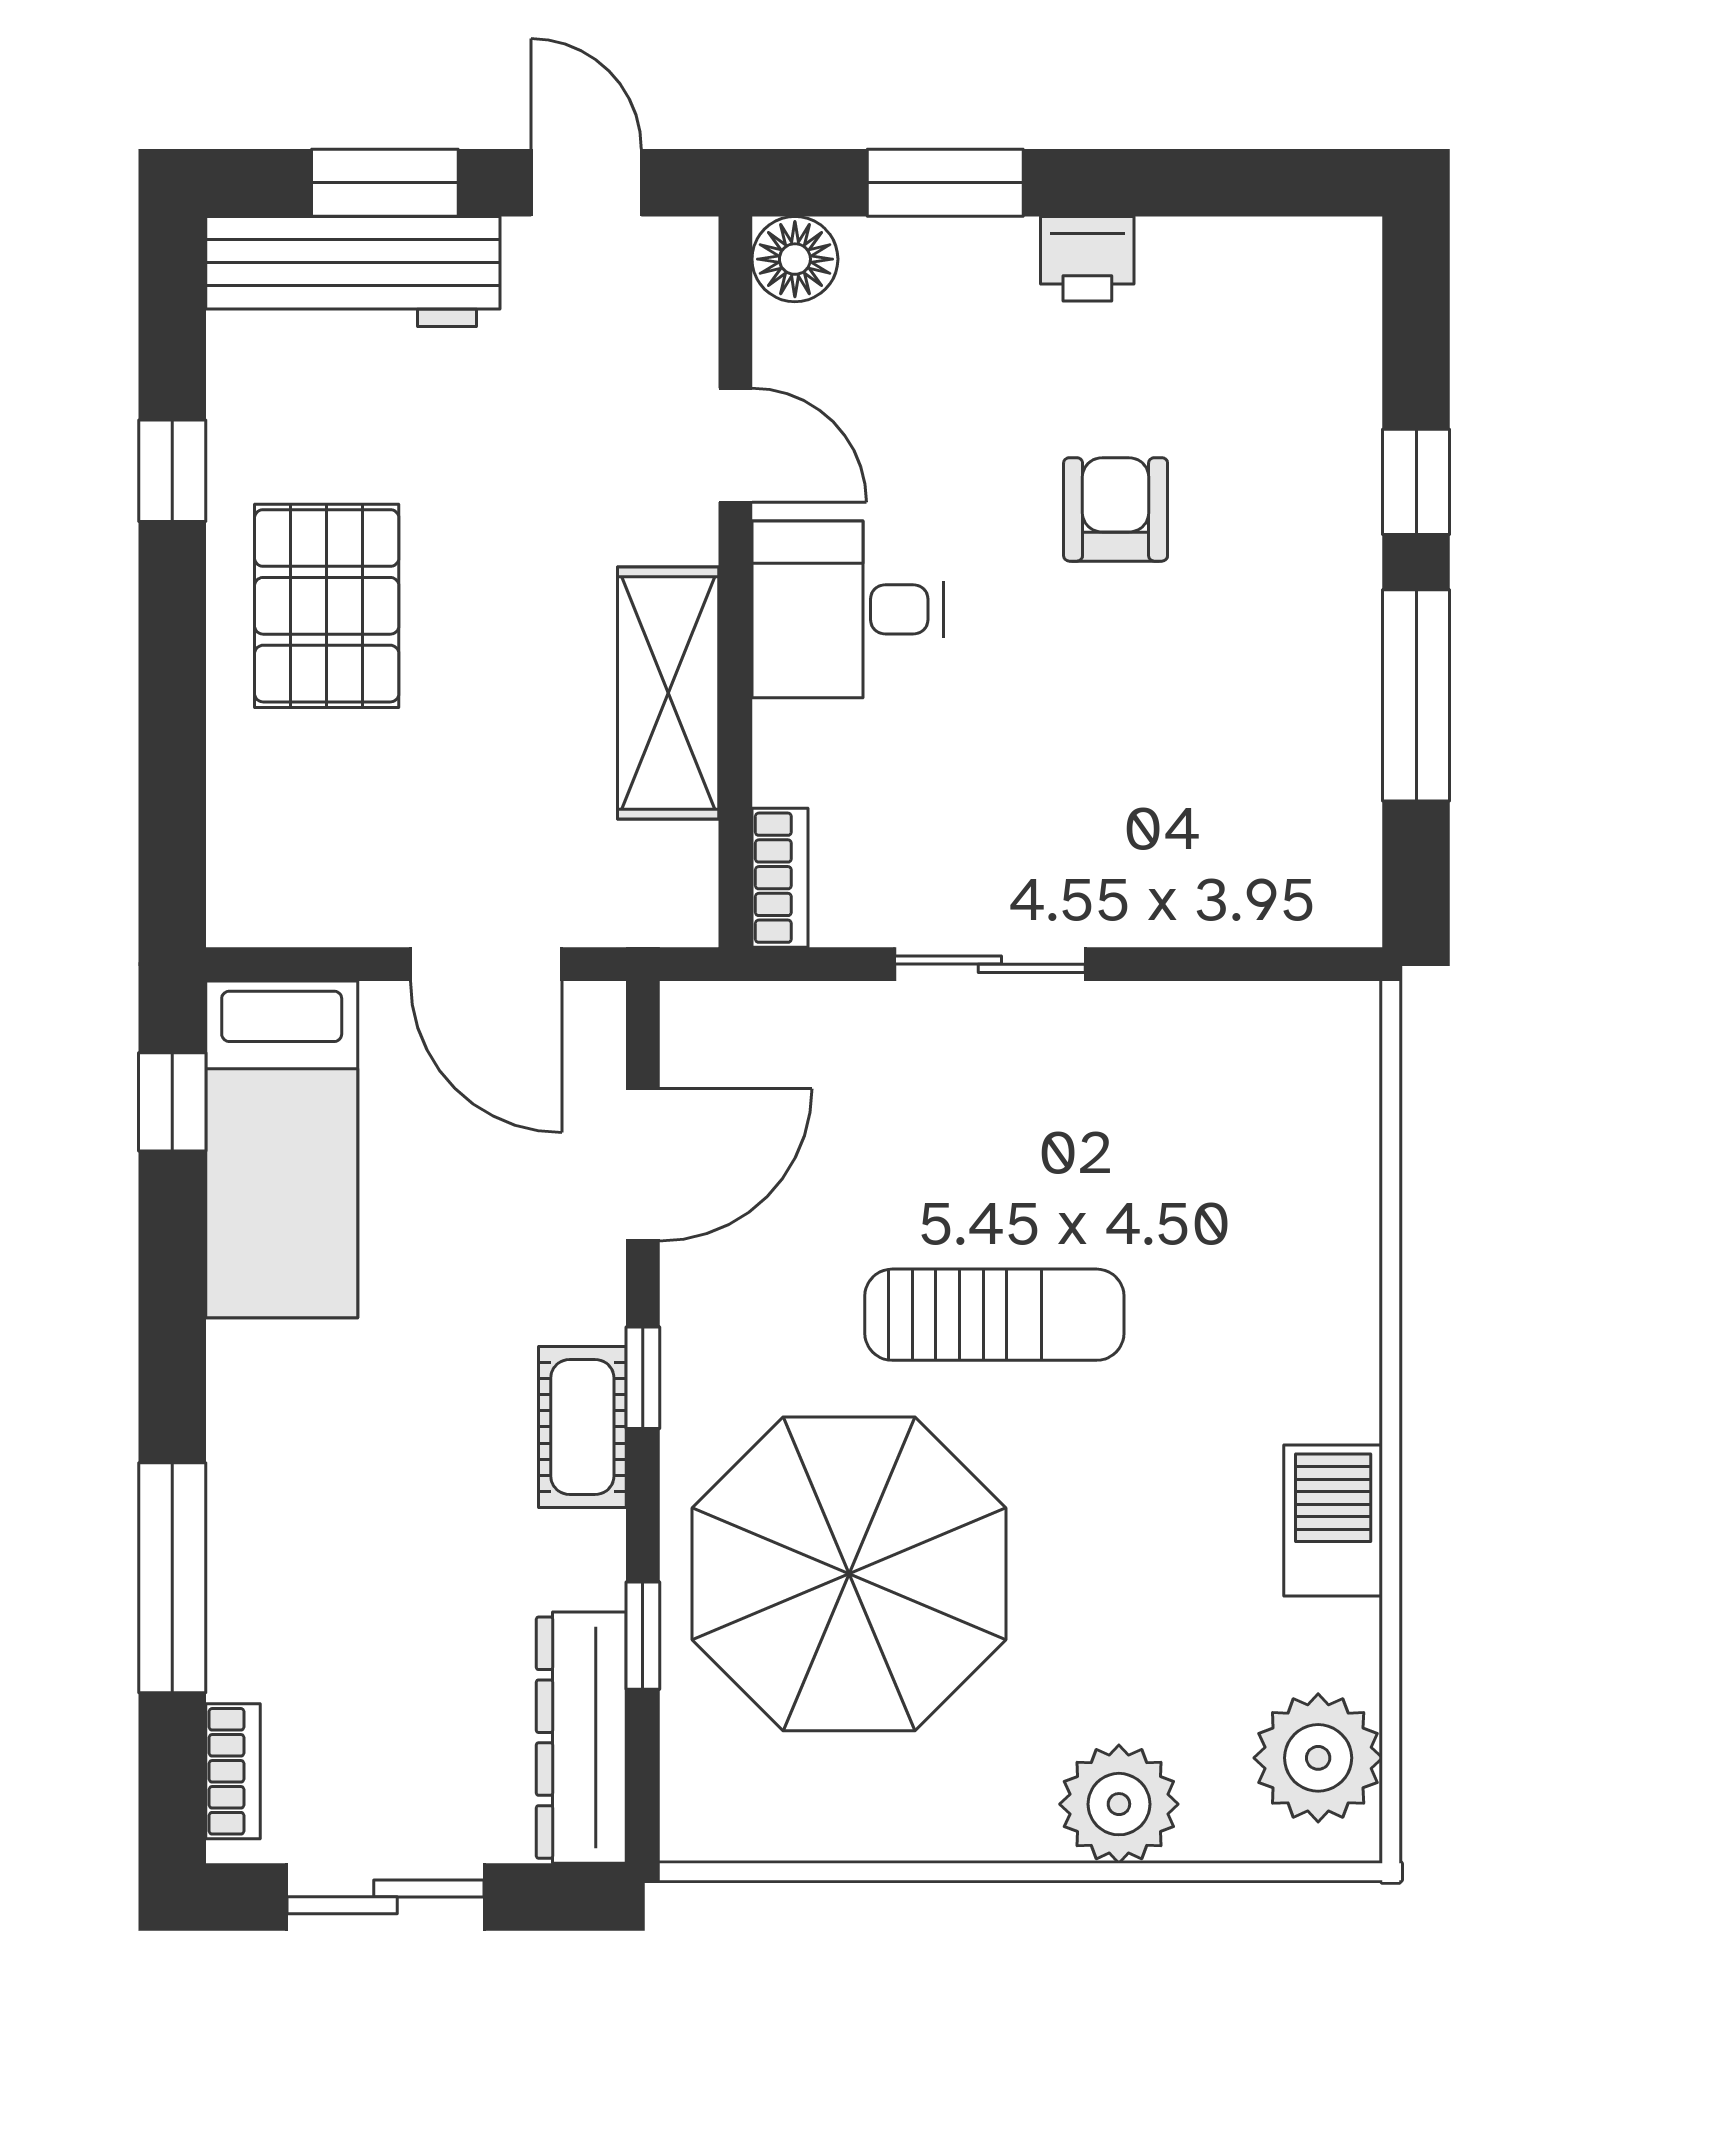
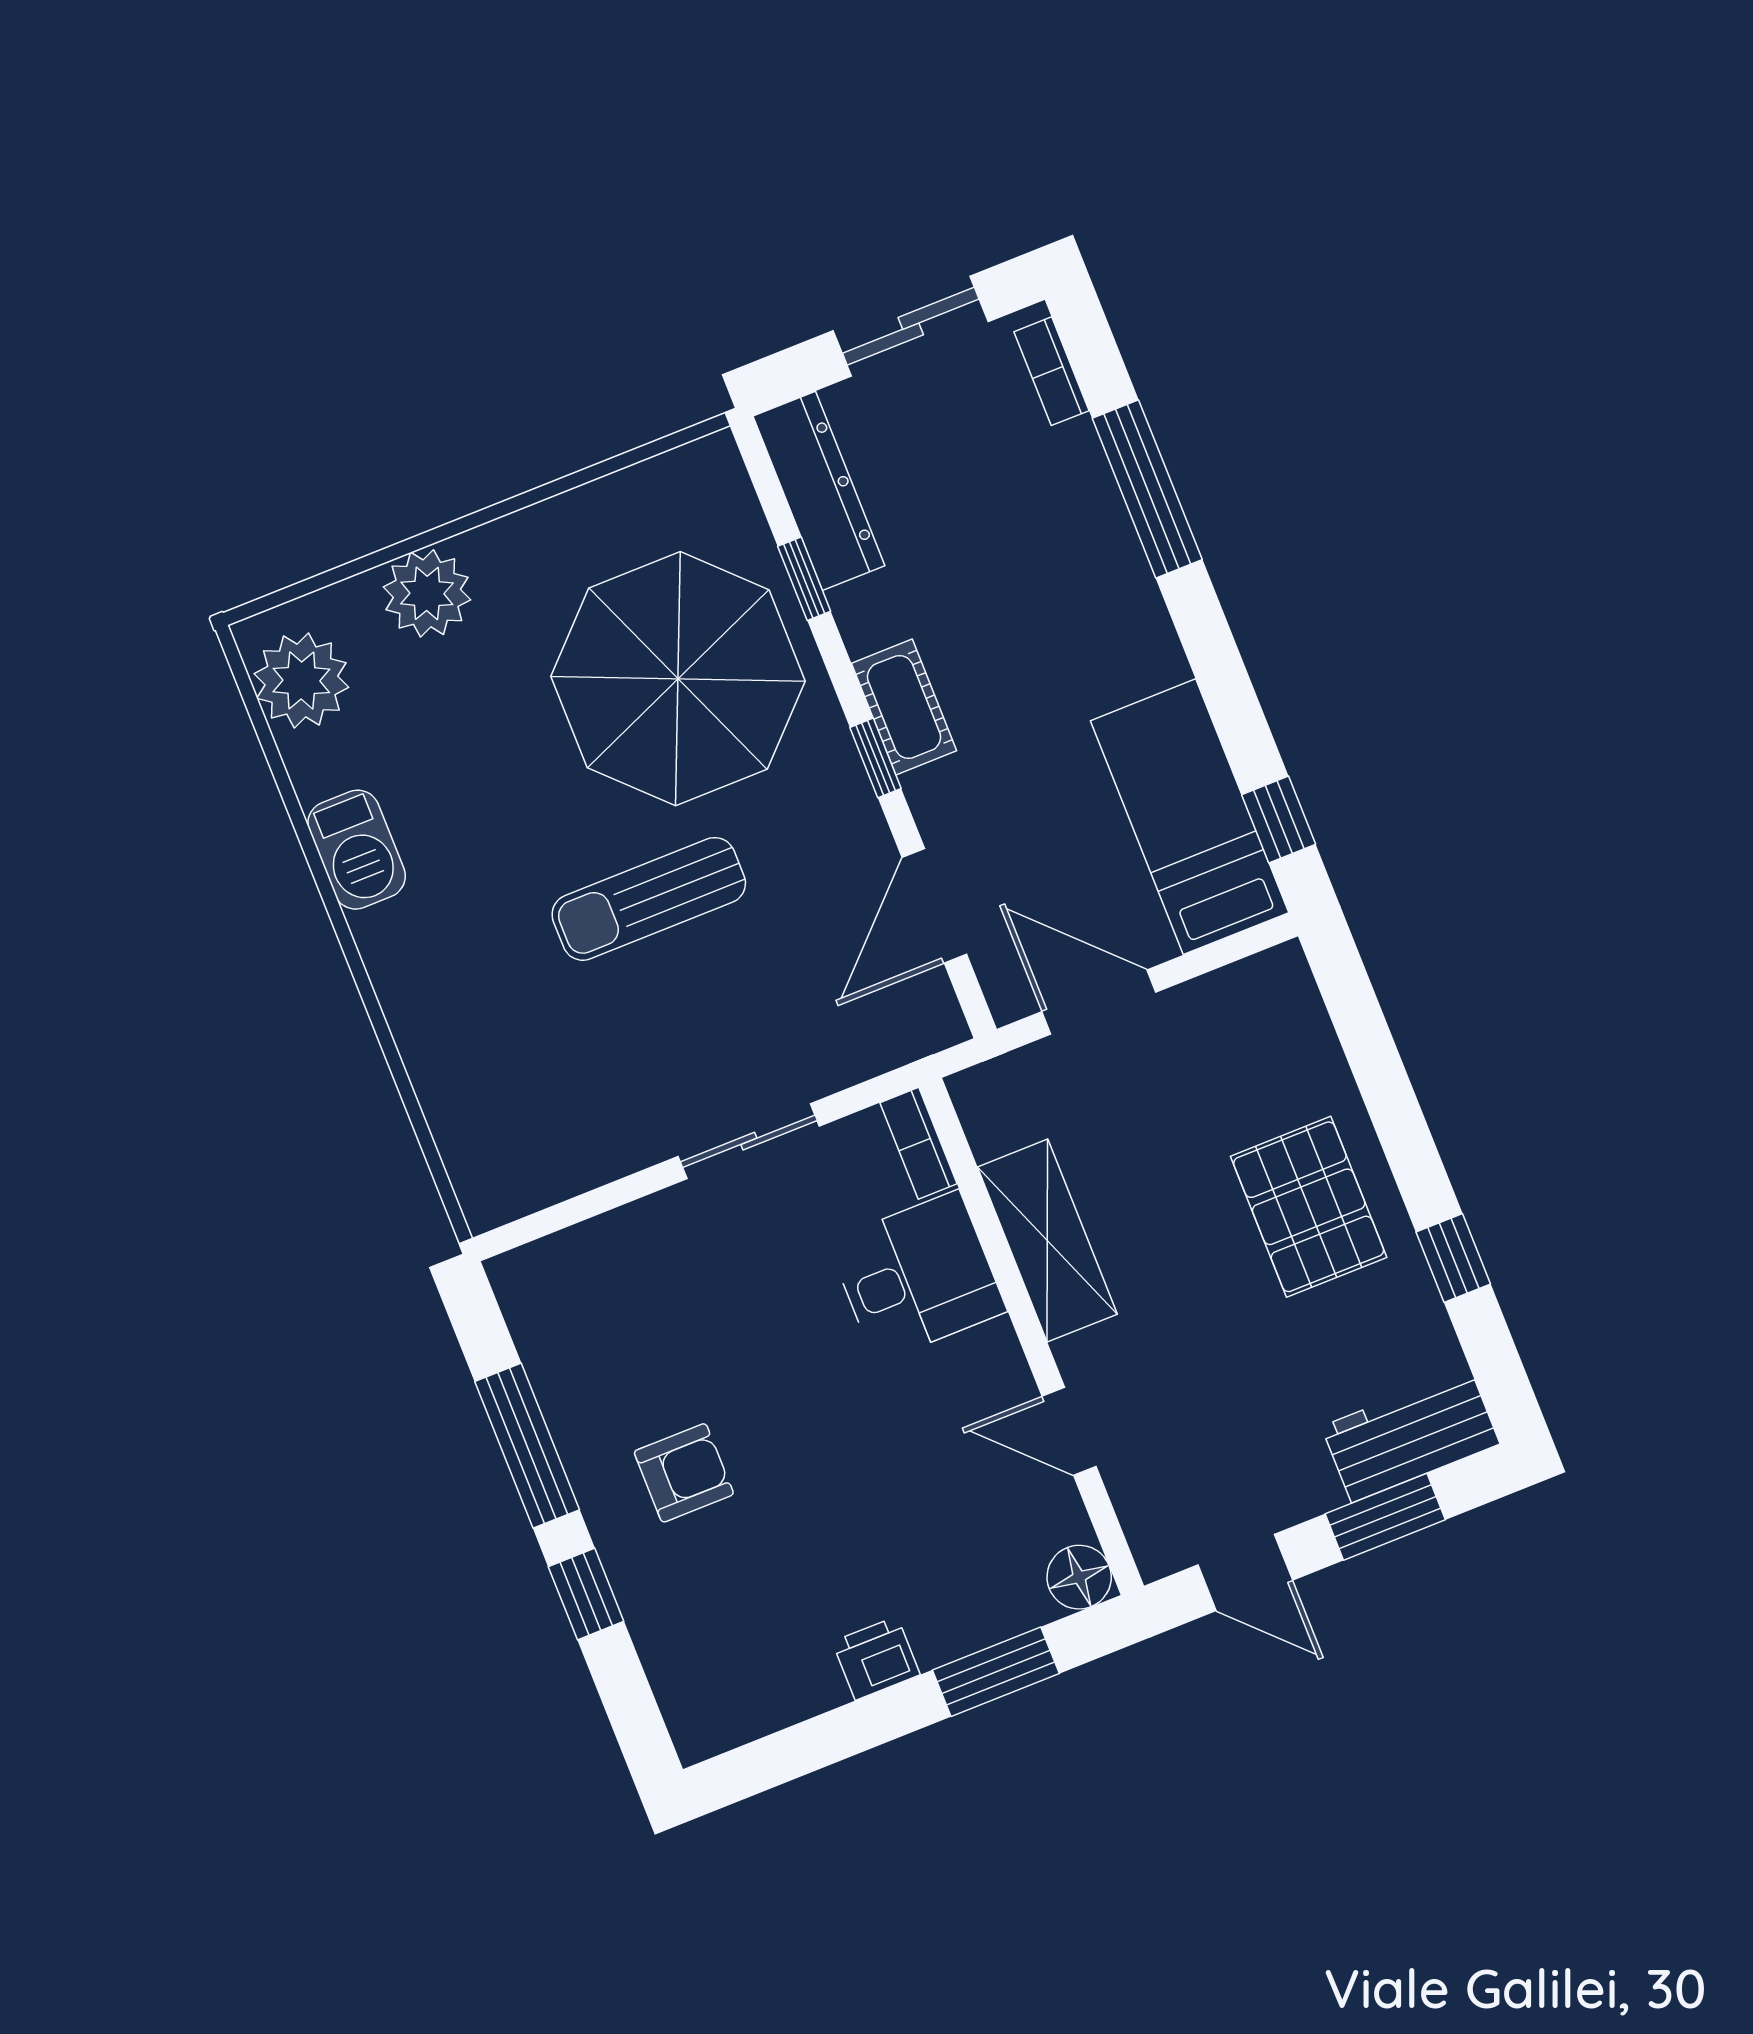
workbench: (353, 272) -> (1411, 1435), width x0.73
armchair: (1116, 509) -> (684, 1473), moved, turned -90
desk: (848, 609) -> (917, 1277), moved

